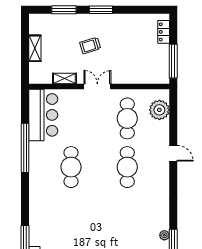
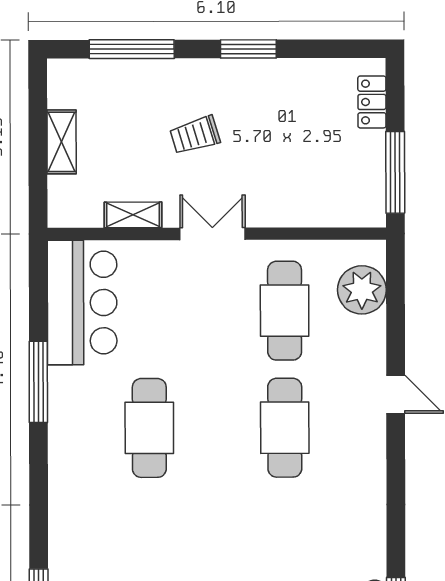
window: (64, 10) -> (132, 49), width x1.44
window: (101, 10) -> (248, 49), moved
window: (25, 148) -> (38, 382), width x0.68

